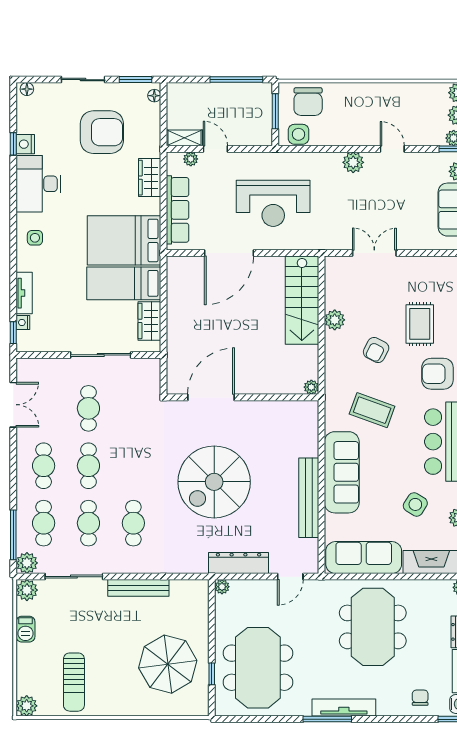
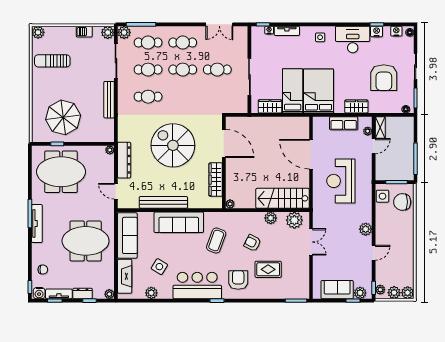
nightstand: (25, 111) -> (396, 31), added
row of seats: (178, 210) -> (344, 123), width x0.68
plant: (338, 280) -> (294, 220), added
wardrobe: (271, 411) -> (216, 180), added

